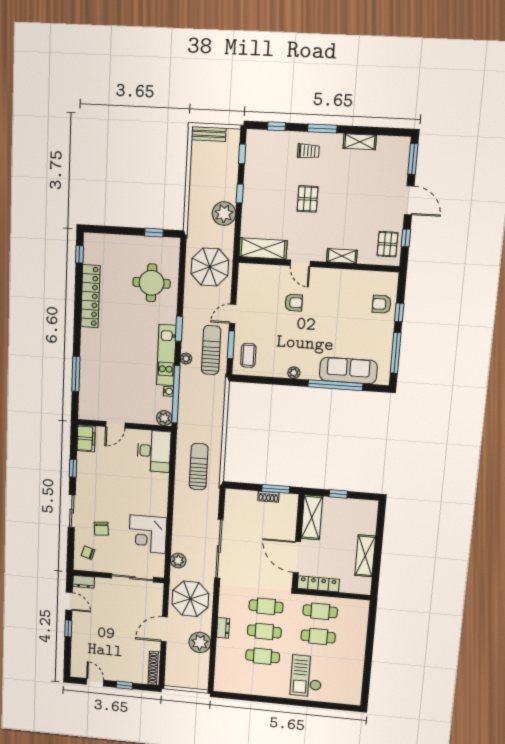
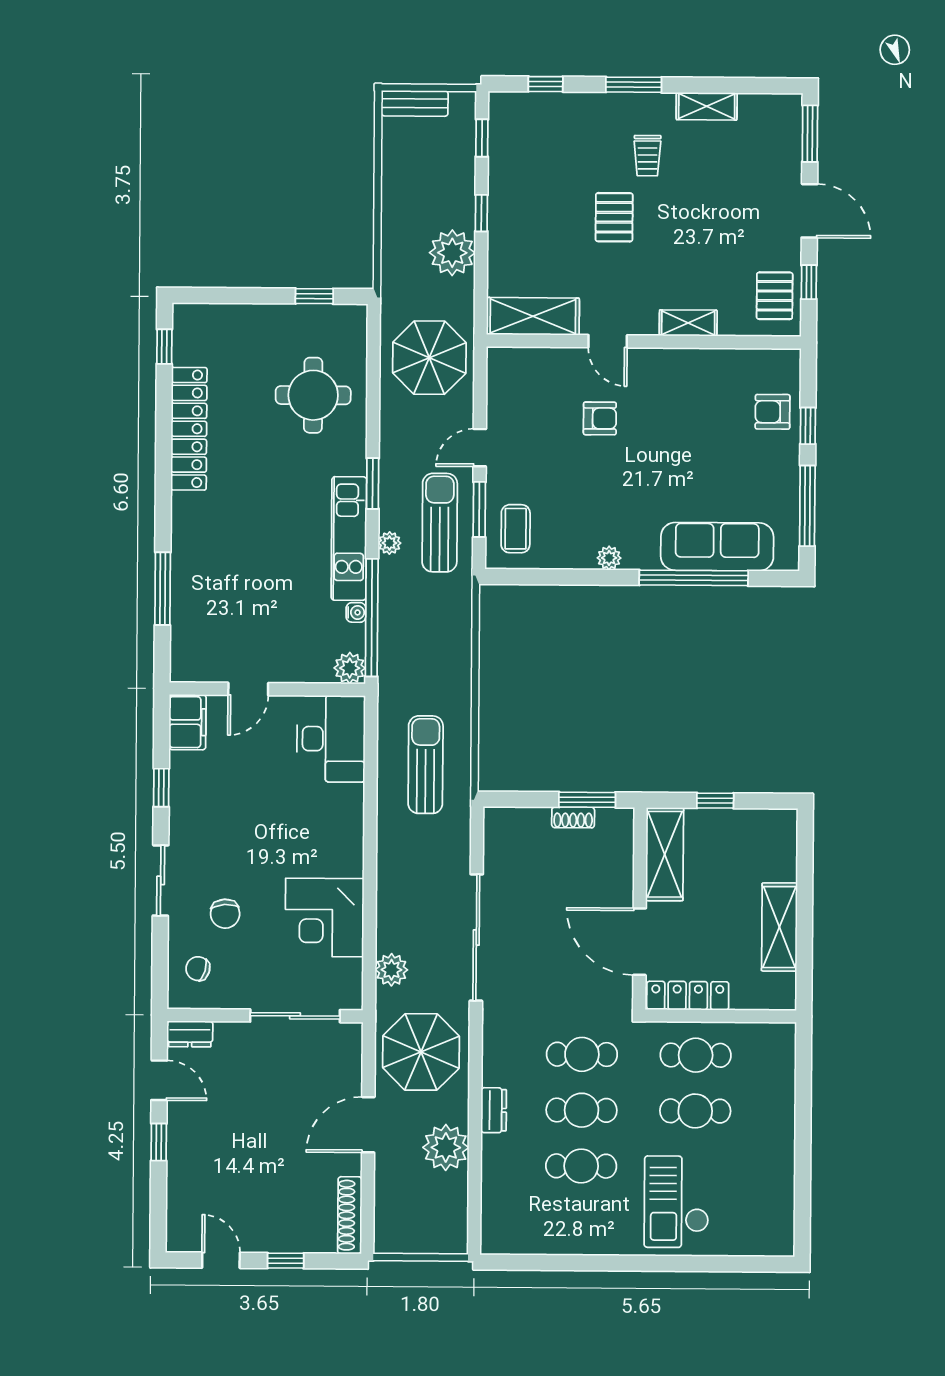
trolley: (308, 151) -> (647, 156), moved, turned 90

